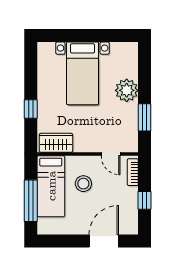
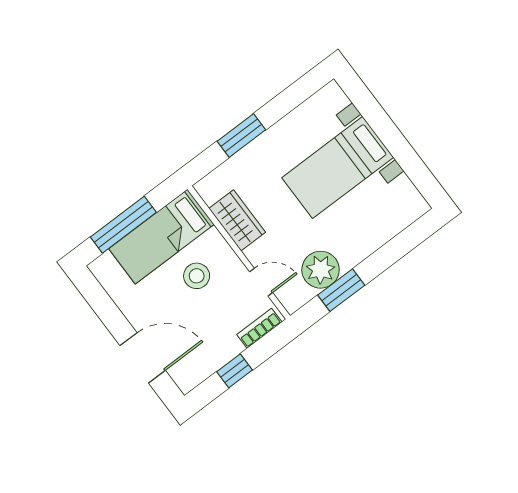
plant: (127, 90) -> (321, 270), moved
window: (31, 109) -> (241, 135), width x1.50
wardrobe: (56, 143) -> (237, 220), moved
door: (111, 154) -> (261, 282), swing flipped

